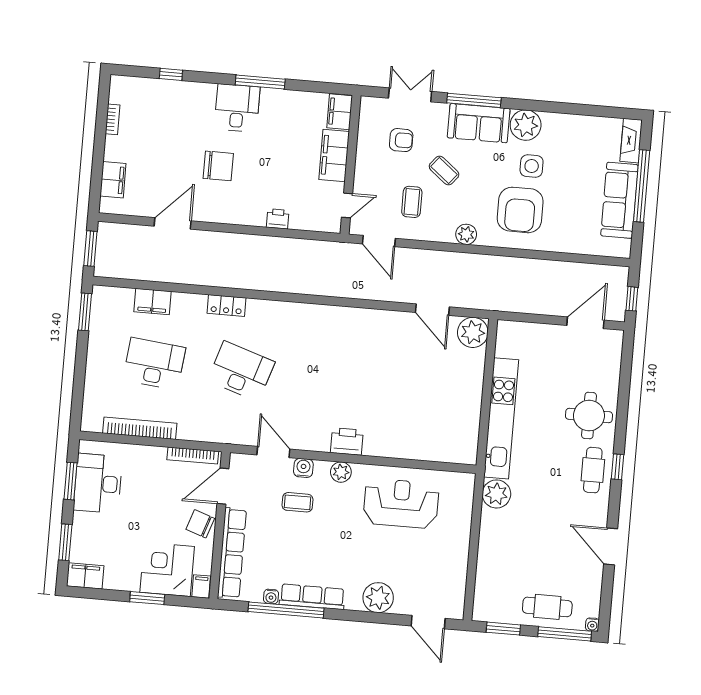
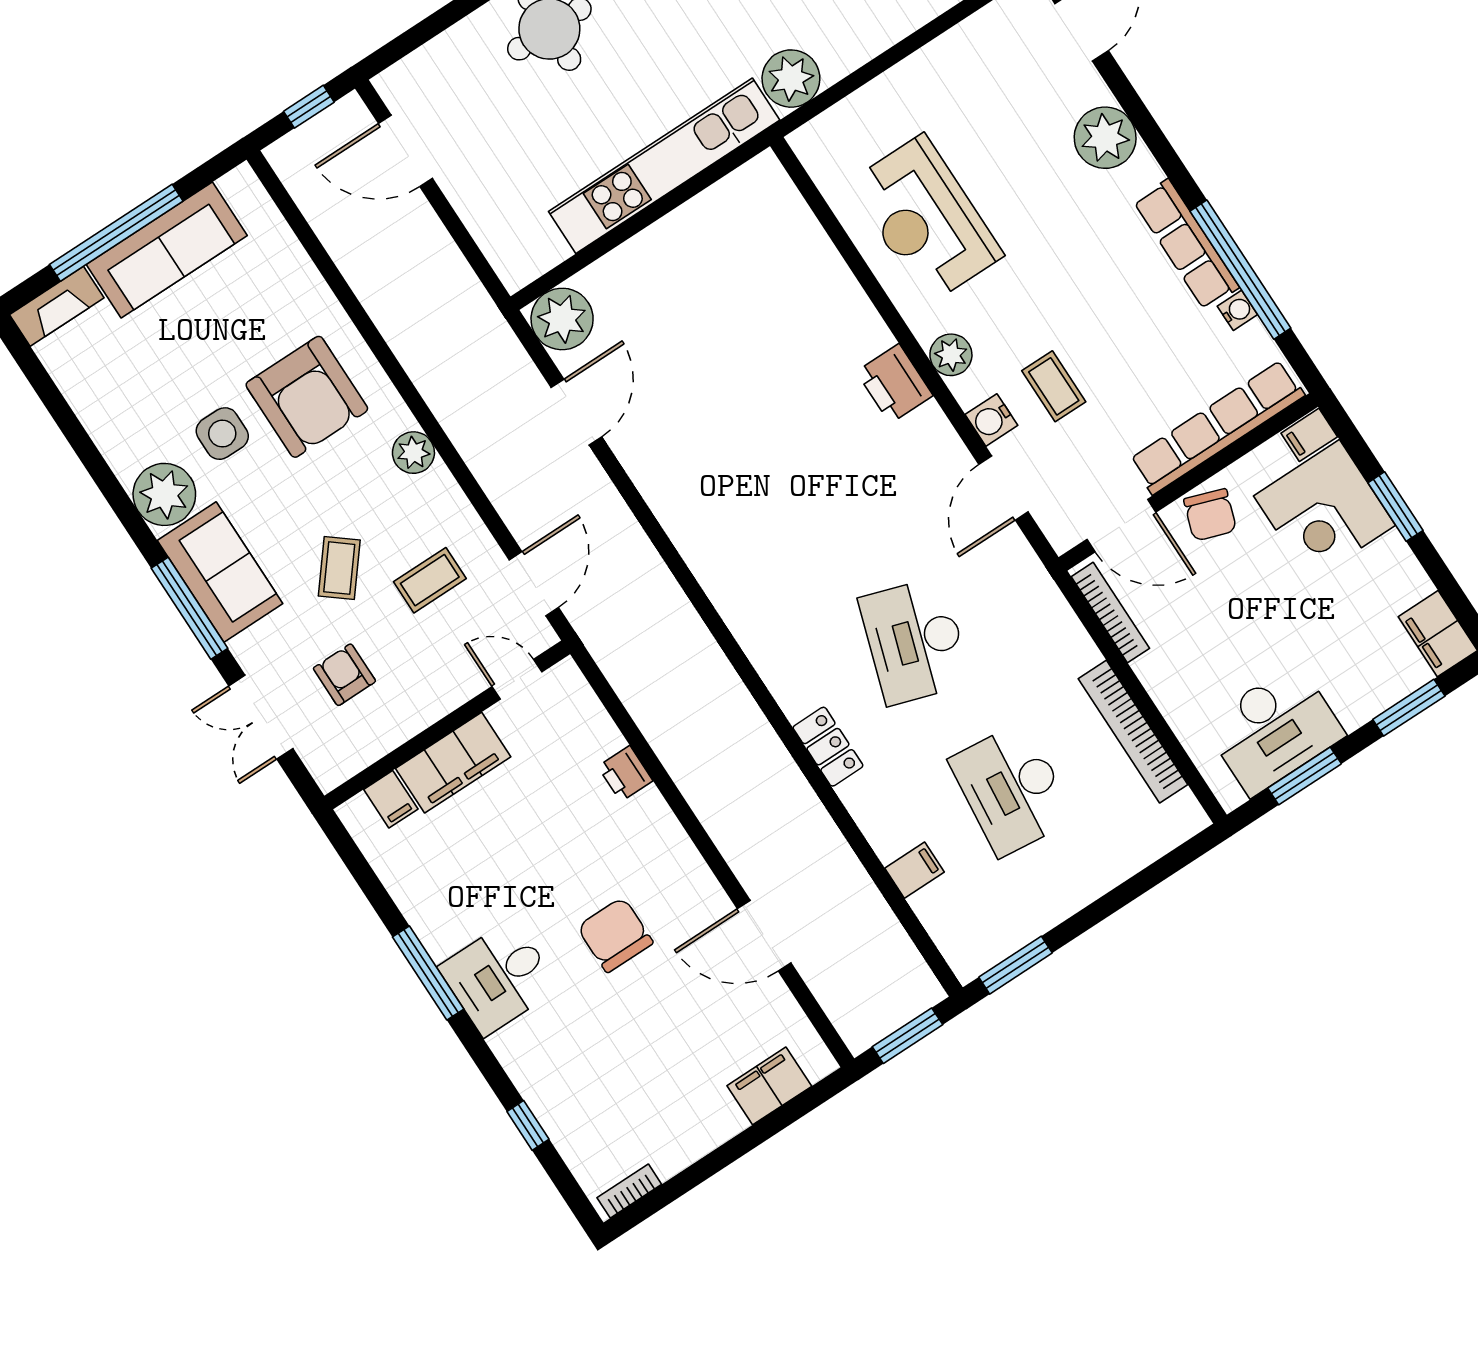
filing cabinet: (340, 112) -> (391, 799), width x0.50
bookcase: (113, 119) -> (629, 1191), moved
armchair: (520, 210) -> (307, 397), turned 90
filing cabinet: (152, 302) -> (914, 870), width x0.50

